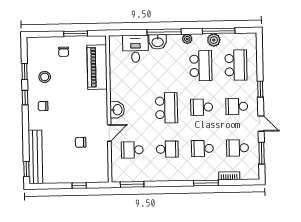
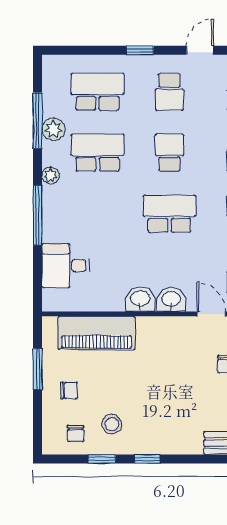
washbasin: (158, 42) -> (140, 299), moved, turned -90
chair: (43, 106) -> (76, 434), moved
school desk: (202, 107) -> (169, 153), turned 180

